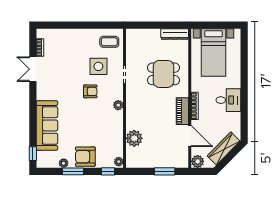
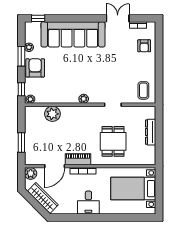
dresser: (175, 34) -> (151, 132), moved
side table: (98, 66) -> (120, 80), removed
armchair: (90, 91) -> (144, 46), moved
sofa: (47, 125) -> (73, 34), width x1.36, depth x1.27

